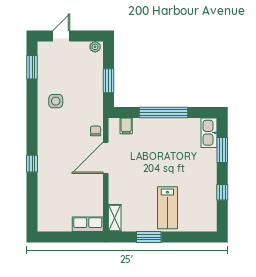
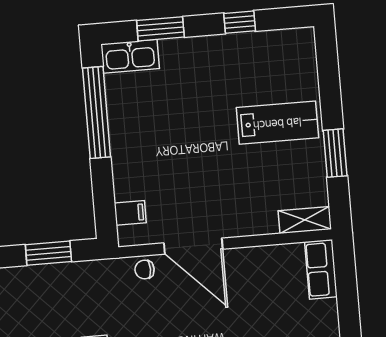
window: (164, 112) -> (97, 112), moved

